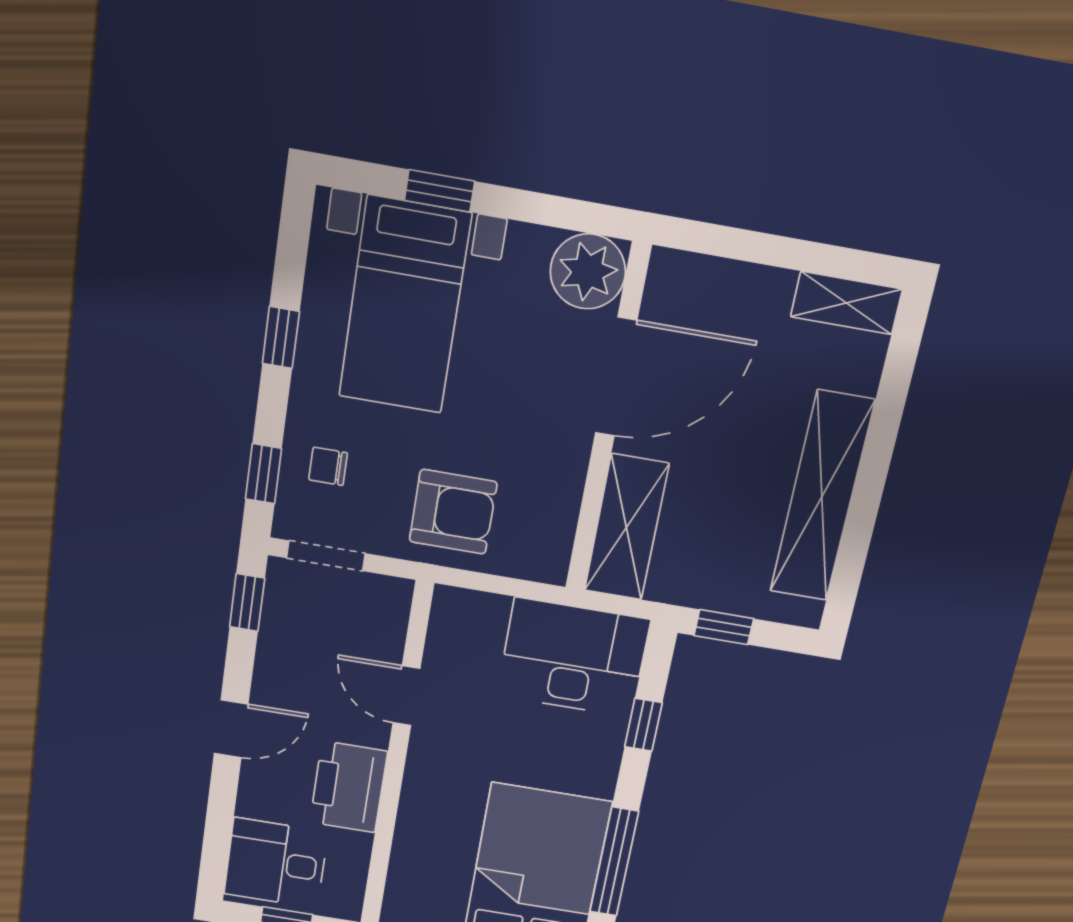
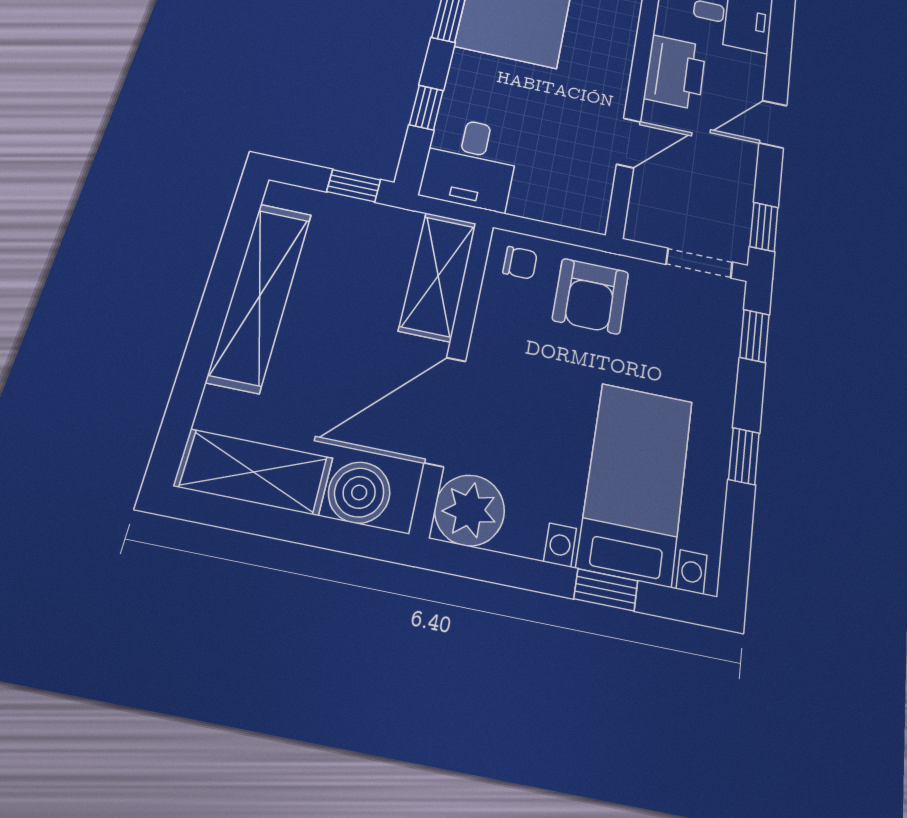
boiler: (707, 287) -> (359, 492), added
shelving: (846, 303) -> (254, 472), width x1.50, depth x1.33
chair: (328, 466) -> (520, 263), moved
armchair: (453, 512) -> (591, 296), turned -90
desk: (573, 658) -> (470, 163), width x0.73
door: (406, 696) -> (629, 143), hinge flipped

